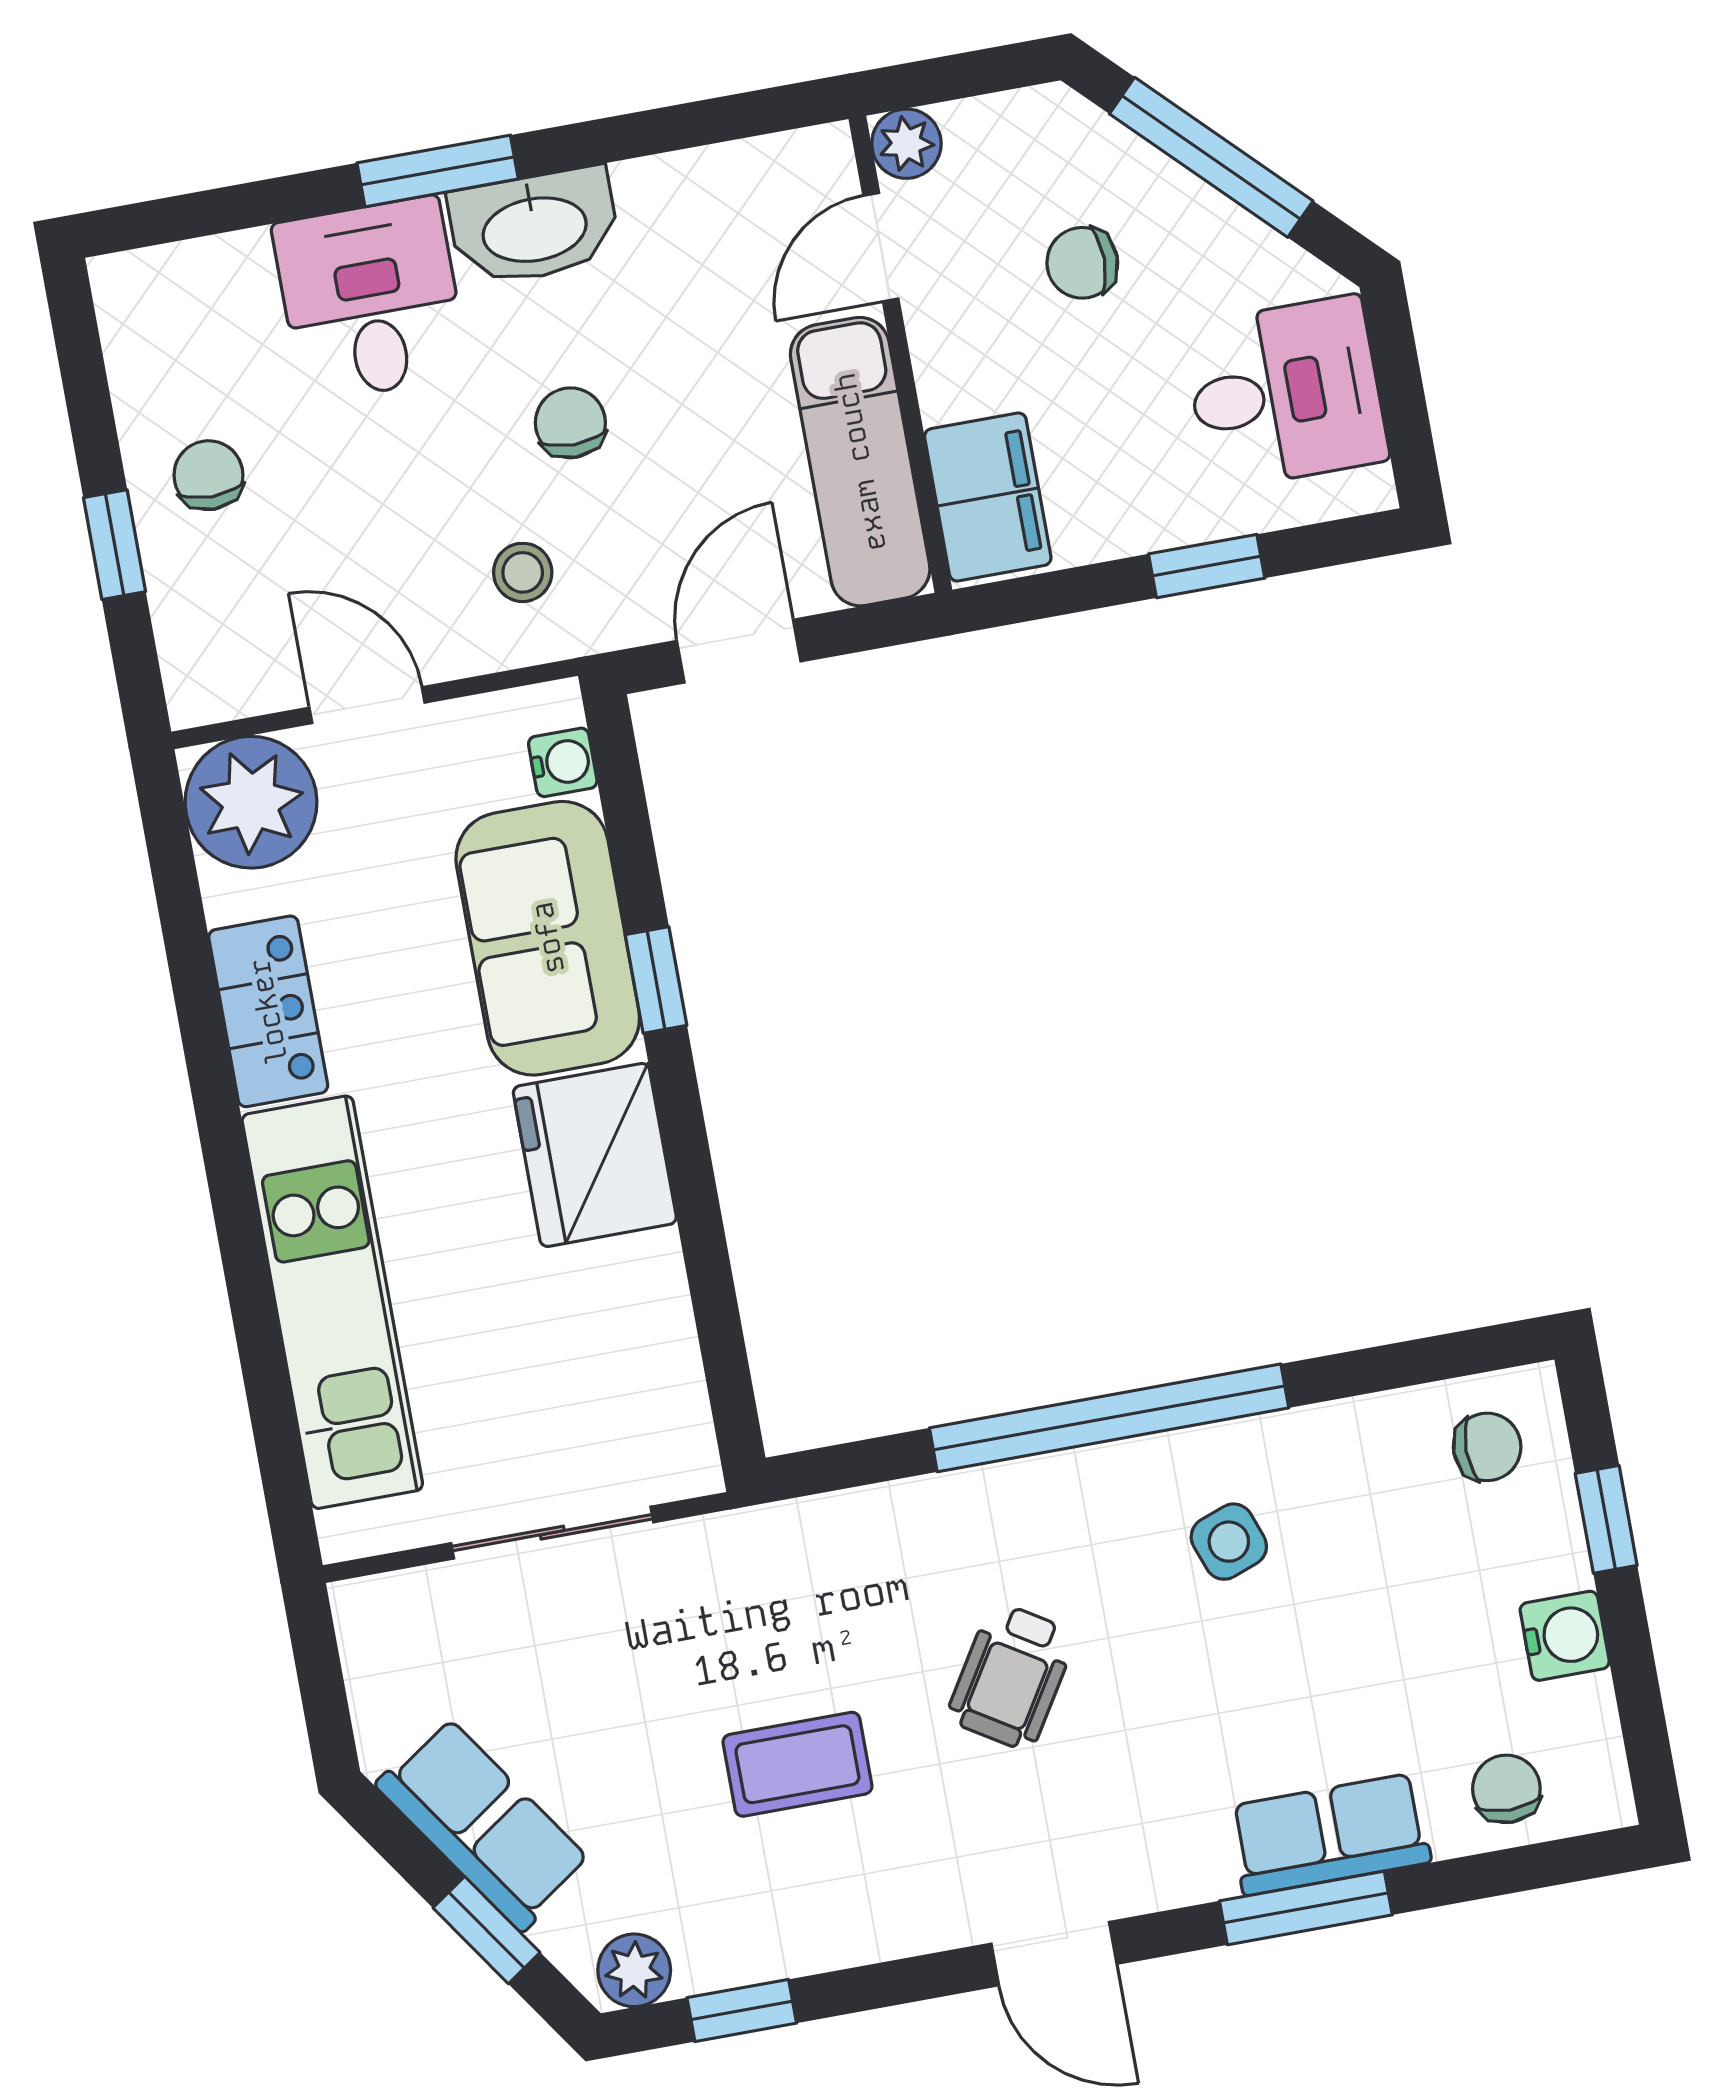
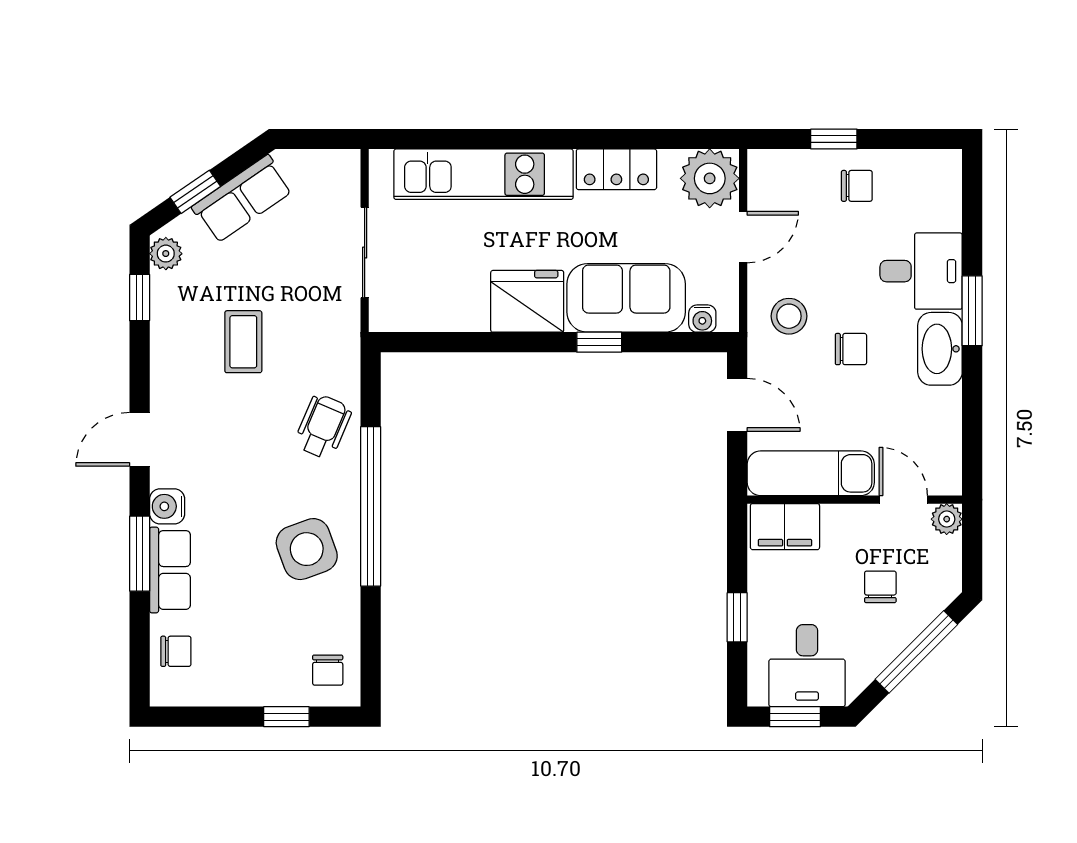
window: (1403, 399) -> (795, 717), added
stool: (523, 572) -> (789, 316), width x1.37, depth x1.37
side table: (1229, 1542) -> (307, 549), width x1.87, depth x1.87
water cooler: (1565, 1636) -> (167, 506), moved, turned 90
wheelchair: (1011, 1676) -> (323, 427), moved, turned 81

